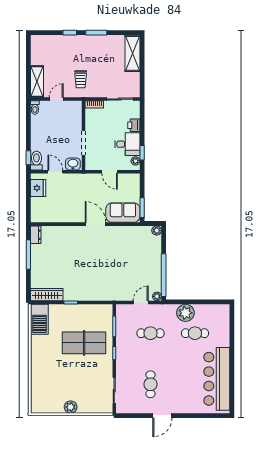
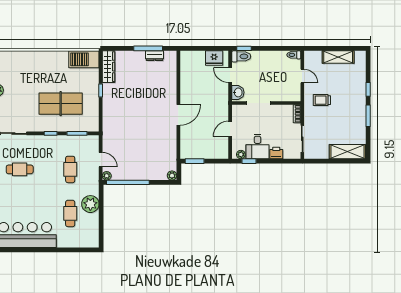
shelving: (37, 81) -> (338, 57), moved
door: (55, 172) -> (230, 75), swing flipped
sofa: (123, 213) -> (190, 142), removed
dresser: (36, 235) -> (155, 56), moved
table tennis table: (84, 343) -> (61, 104), turned 90

